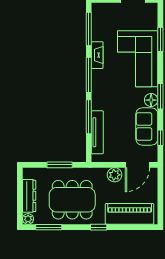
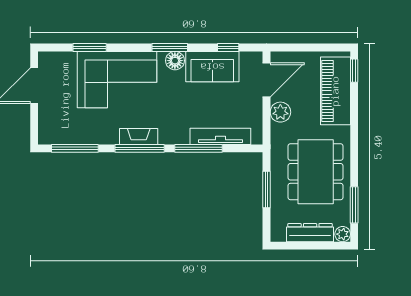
fireplace: (97, 55) -> (139, 137), moved
door: (137, 165) -> (266, 80), hinge flipped
window: (99, 227) -> (354, 71), moved

